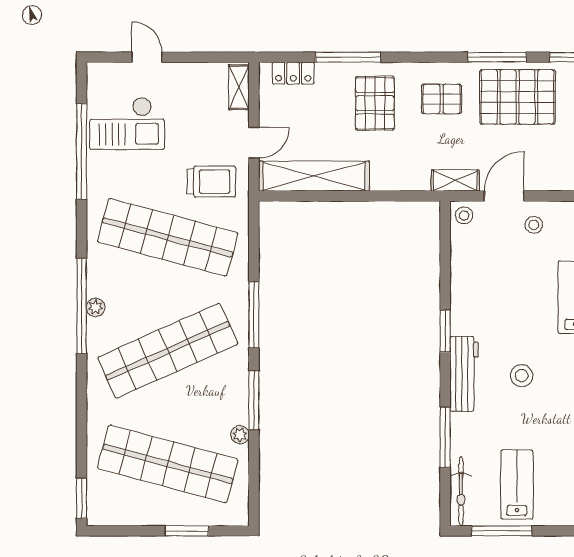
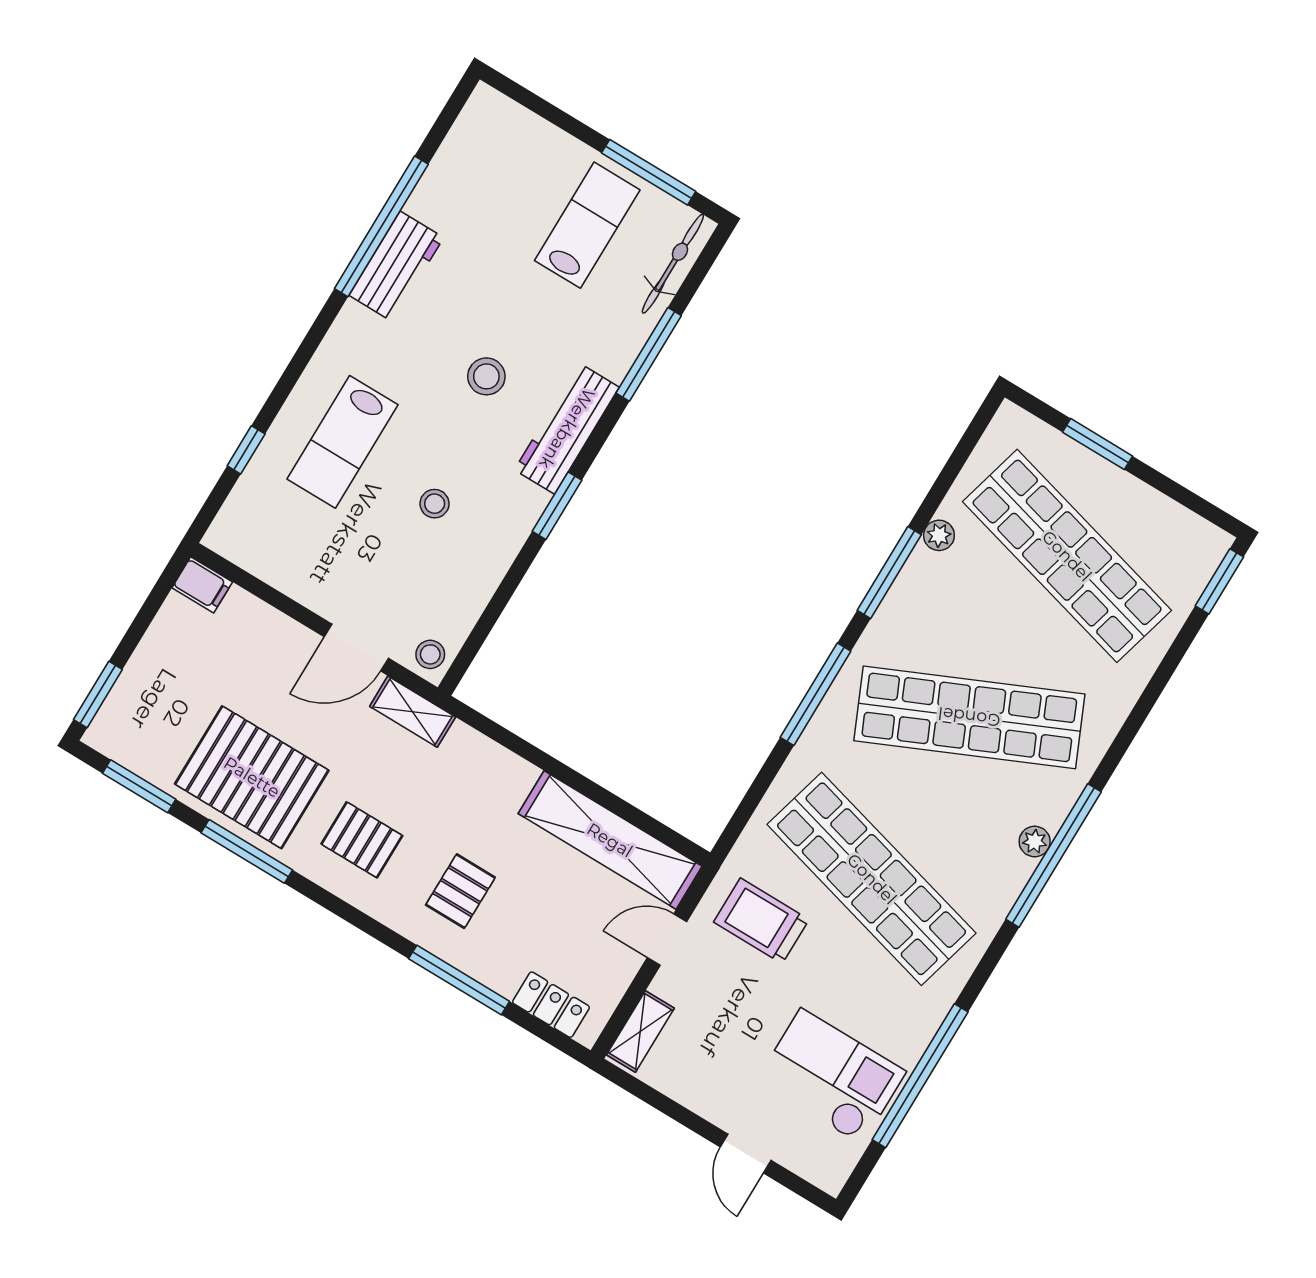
pallet: (375, 103) -> (460, 891), width x0.67, depth x0.71
stool: (534, 225) -> (435, 504), moved
lab bench: (517, 485) -> (587, 225), turned 180

